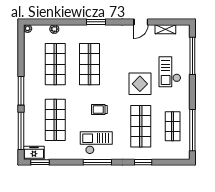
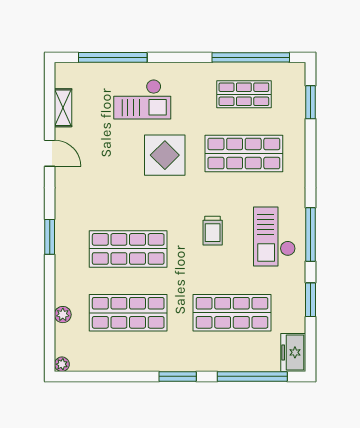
window: (21, 91) -> (178, 376), width x0.69
window: (40, 162) -> (311, 300), moved
window: (143, 162) -> (311, 102), moved

